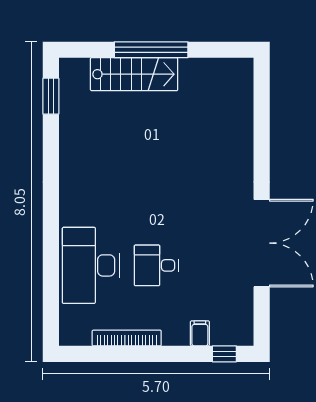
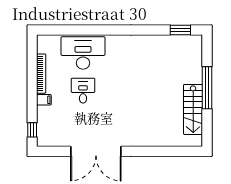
stairs: (134, 74) -> (193, 109), moved
filing cabinet: (200, 333) -> (44, 100), moved

